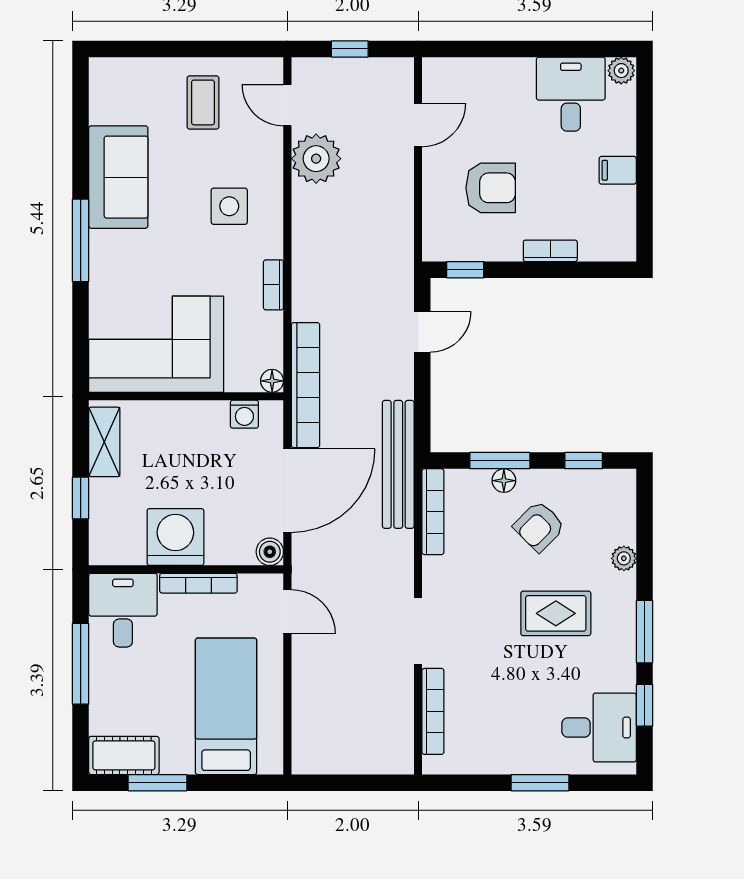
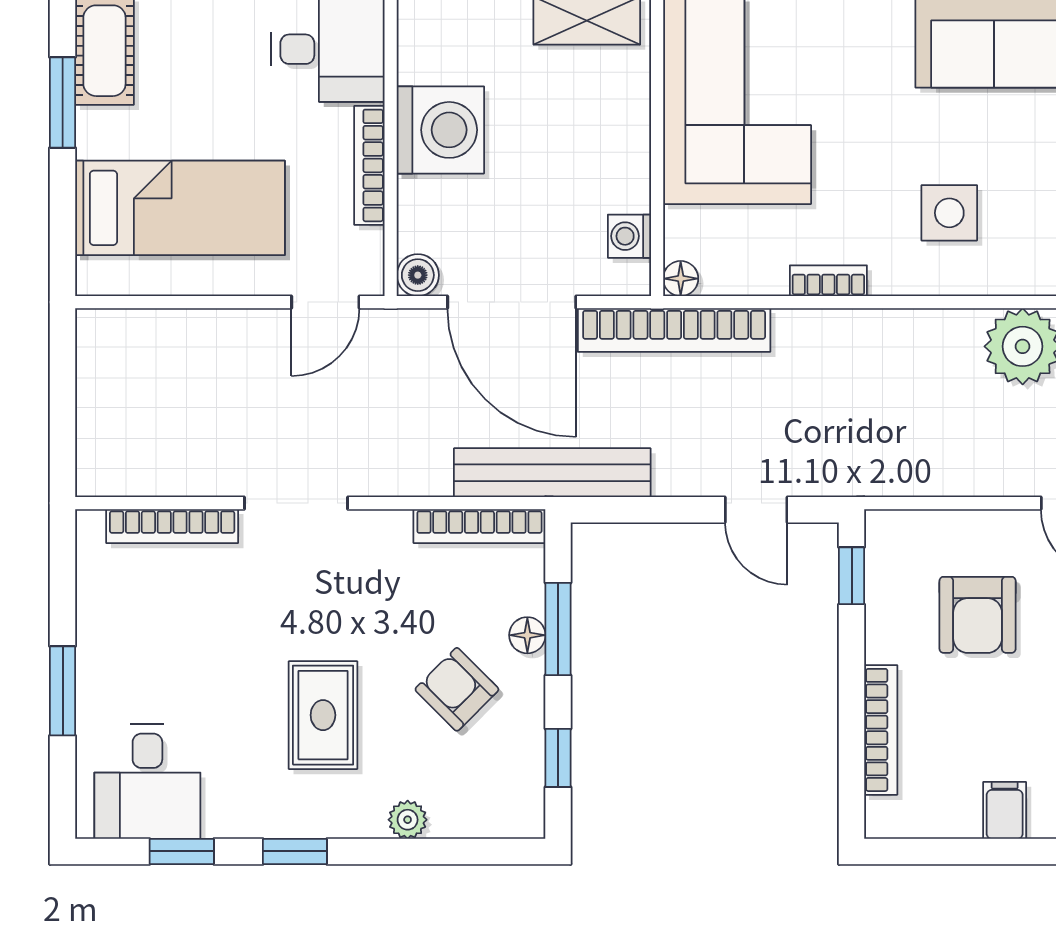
bookcase: (550, 251) -> (881, 730), width x1.56
window: (644, 632) -> (295, 851), width x0.67

